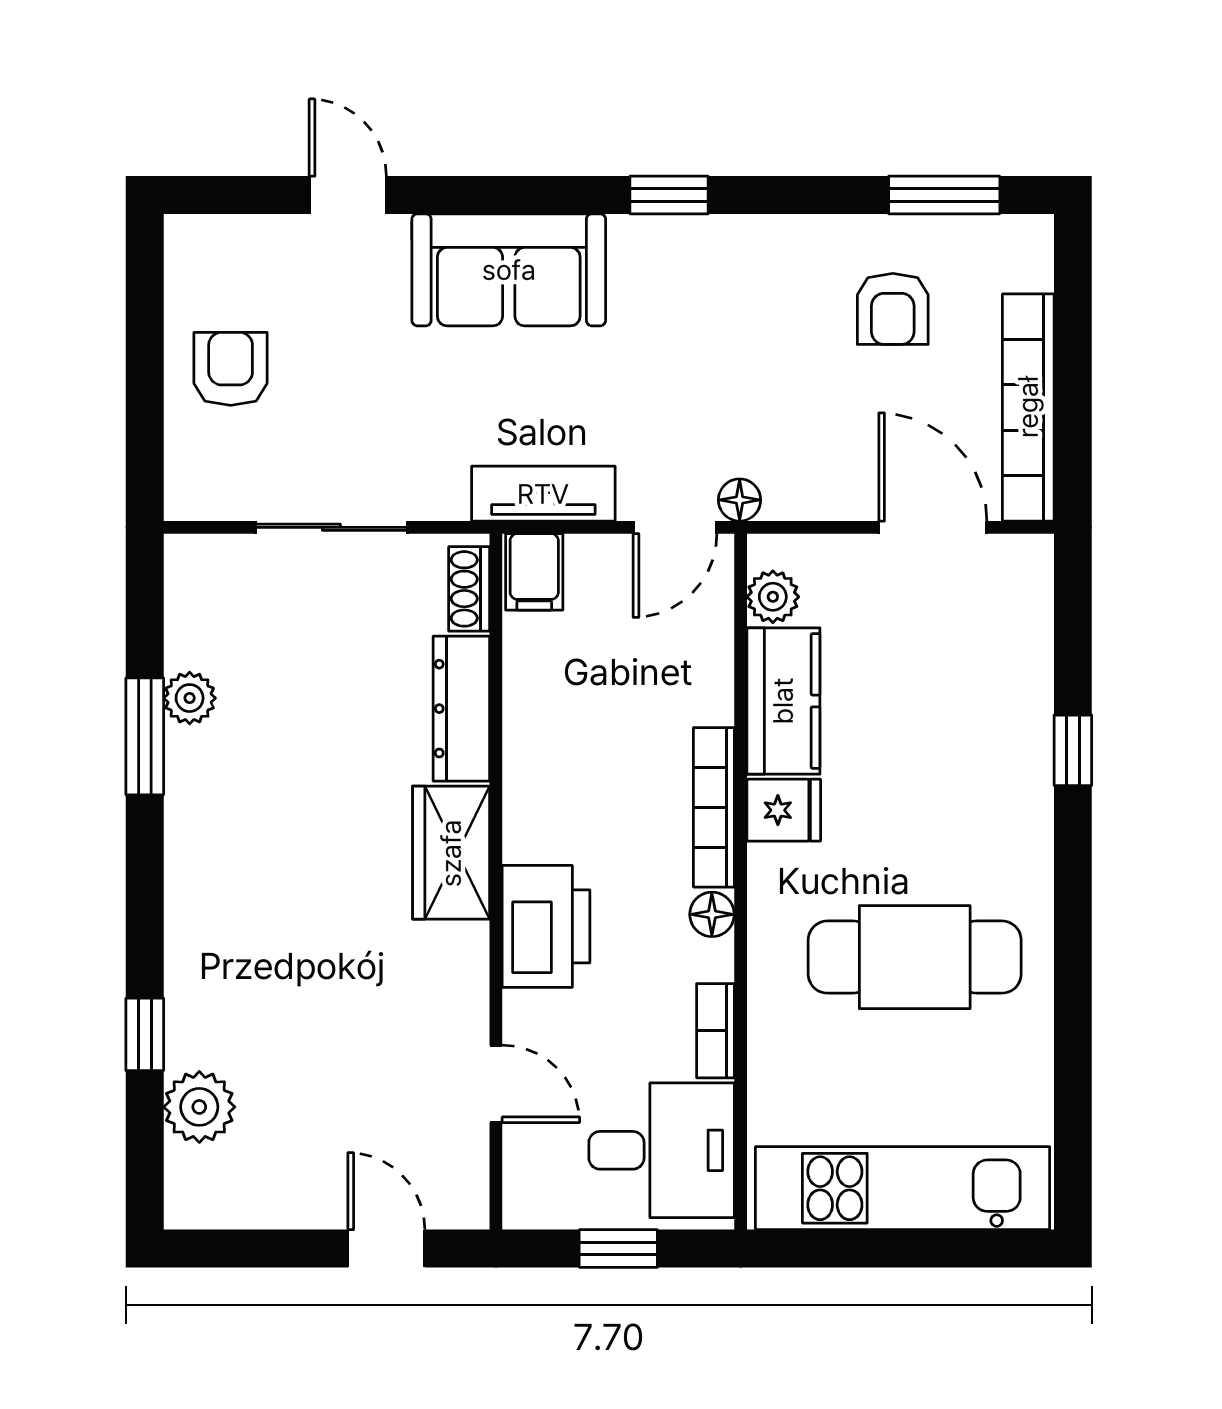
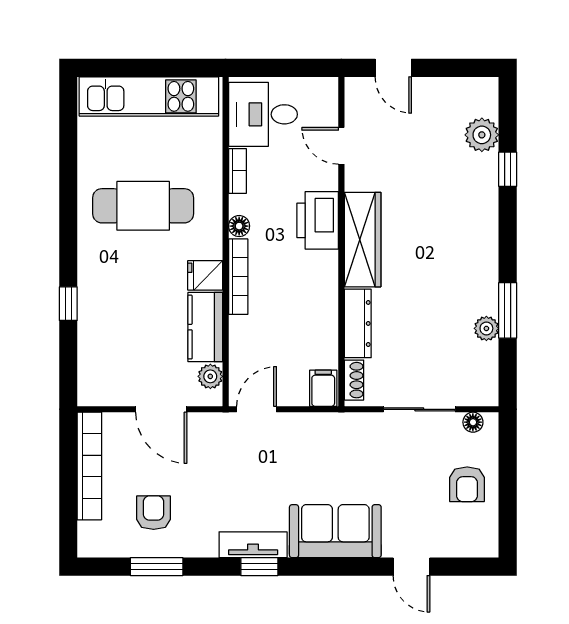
window: (944, 195) -> (157, 567), moved
tv unit: (543, 494) -> (253, 545), moved, turned 180
floor lamp: (740, 500) -> (473, 422), moved
door: (933, 527) -> (161, 409), moved
wardrobe: (451, 853) -> (363, 240), width x1.50
window: (618, 1248) -> (283, 68), removed

